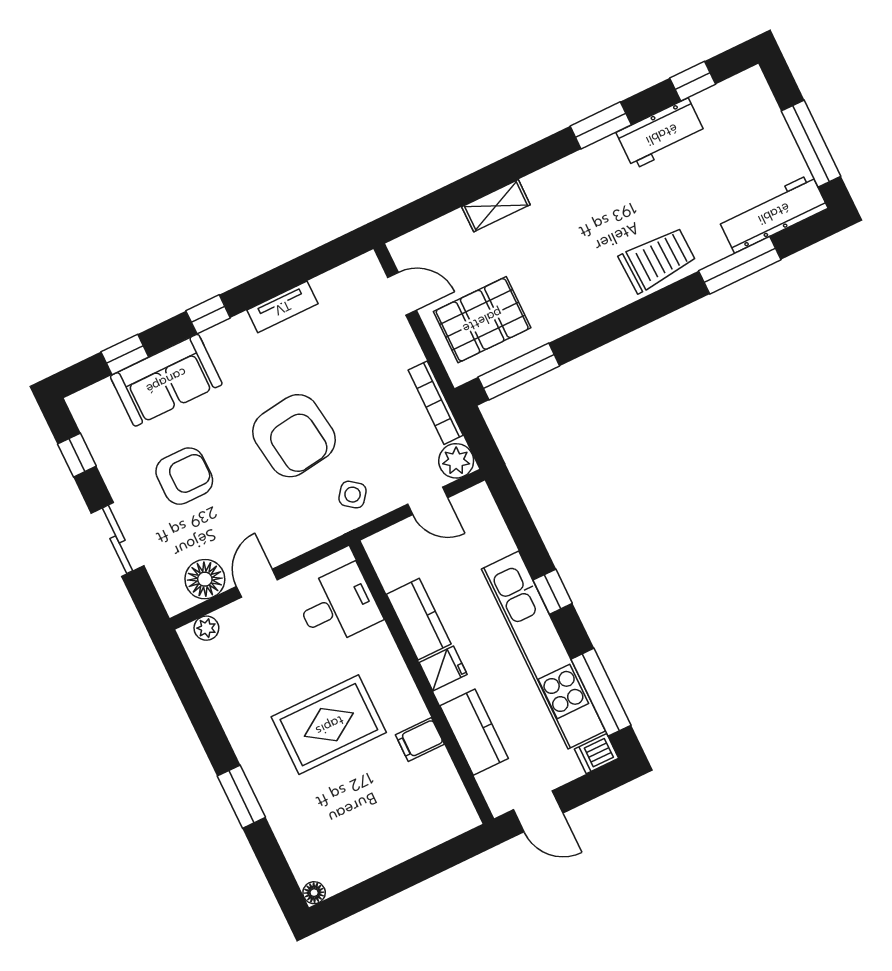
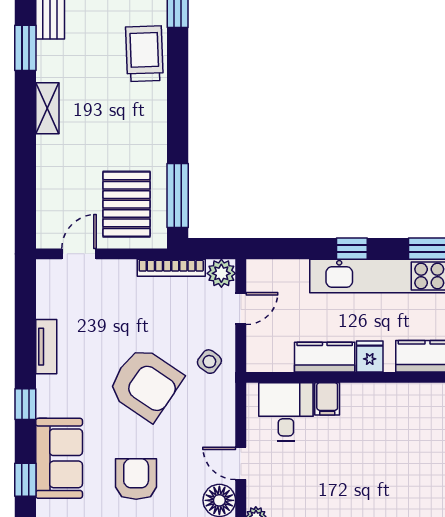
shelving: (496, 206) -> (47, 108), moved
armchair: (294, 436) -> (145, 384), turned 42
rug: (329, 725) -> (371, 461), removed
filing cabinet: (420, 739) -> (327, 399), moved

